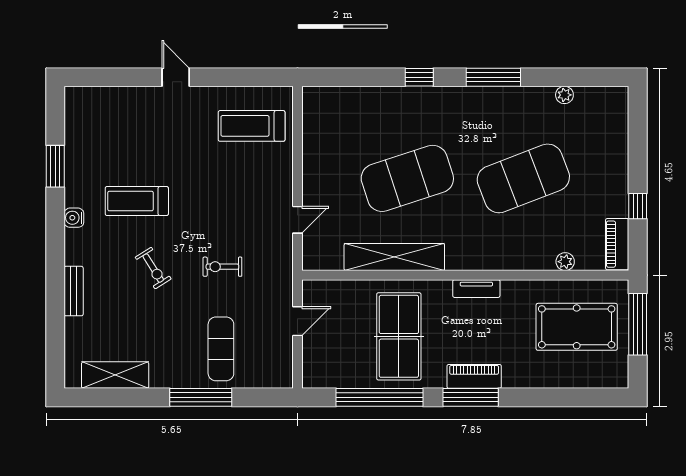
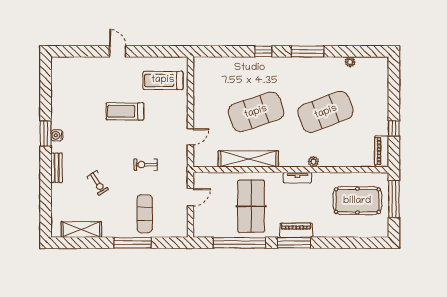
window: (55, 166) -> (46, 134), moved
treadmill: (137, 201) -> (125, 111), moved
plant: (565, 262) -> (313, 162), moved
exercise bike: (153, 268) -> (98, 183), moved
bench: (74, 291) -> (57, 168), moved

